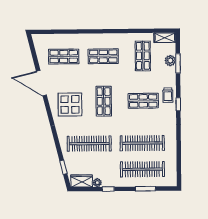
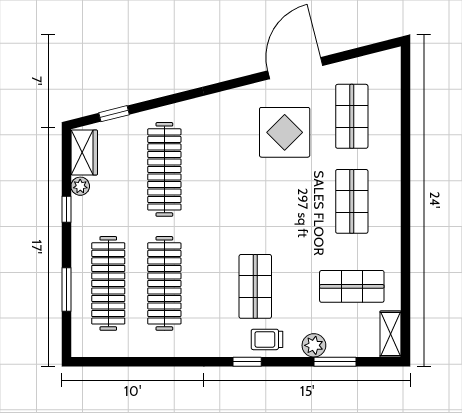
plant: (170, 61) -> (314, 345), moved
shop shelf: (104, 101) -> (255, 201), removed
display table: (70, 104) -> (285, 132), moved

